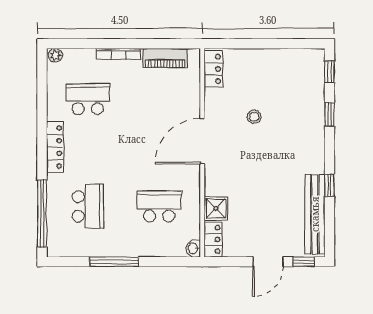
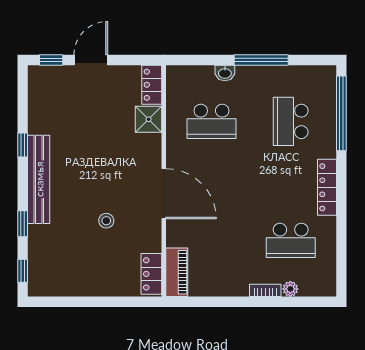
bookcase: (118, 54) -> (265, 290), width x0.64
plant: (55, 55) -> (290, 289), moved
piano: (165, 58) -> (177, 272), moved, turned 90
door: (202, 141) -> (164, 194), hinge flipped
bench: (315, 214) -> (39, 179), moved
washbasin: (193, 248) -> (225, 73), moved, turned 90

